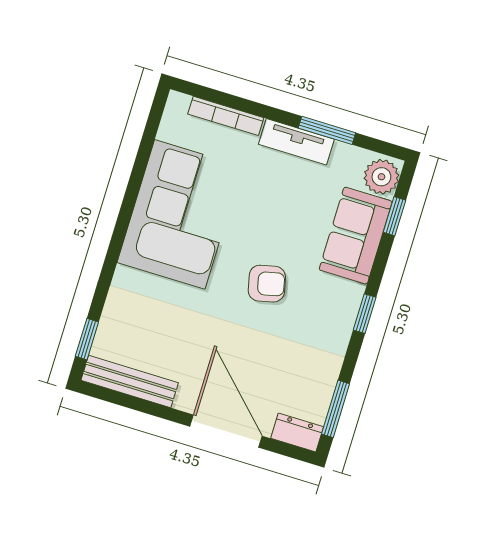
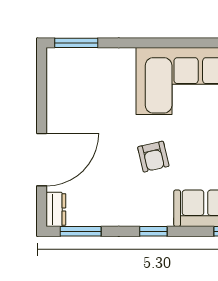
window: (87, 339) -> (76, 43), width x1.50
bench: (130, 382) -> (56, 82), removed

